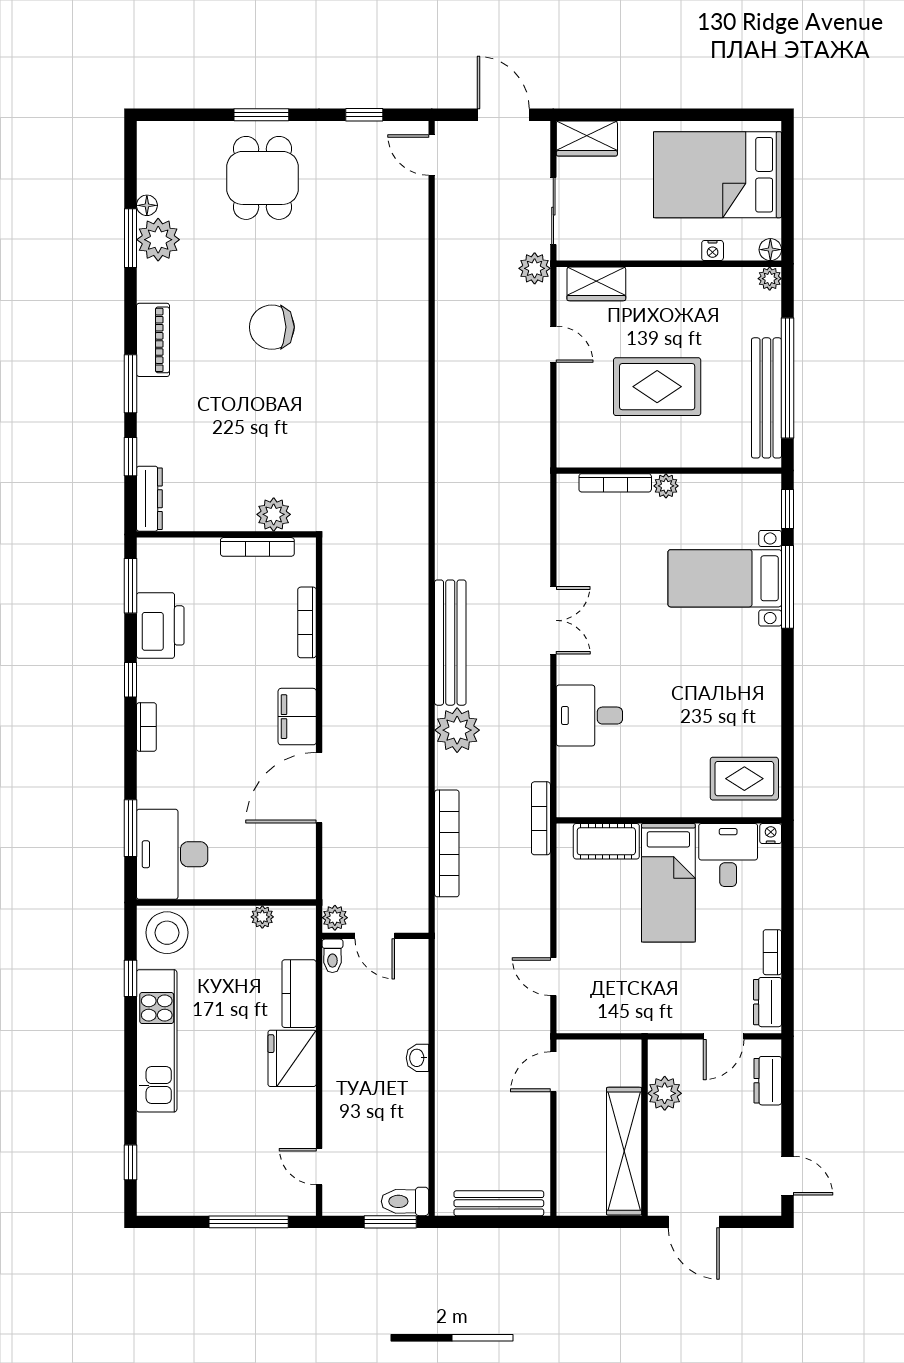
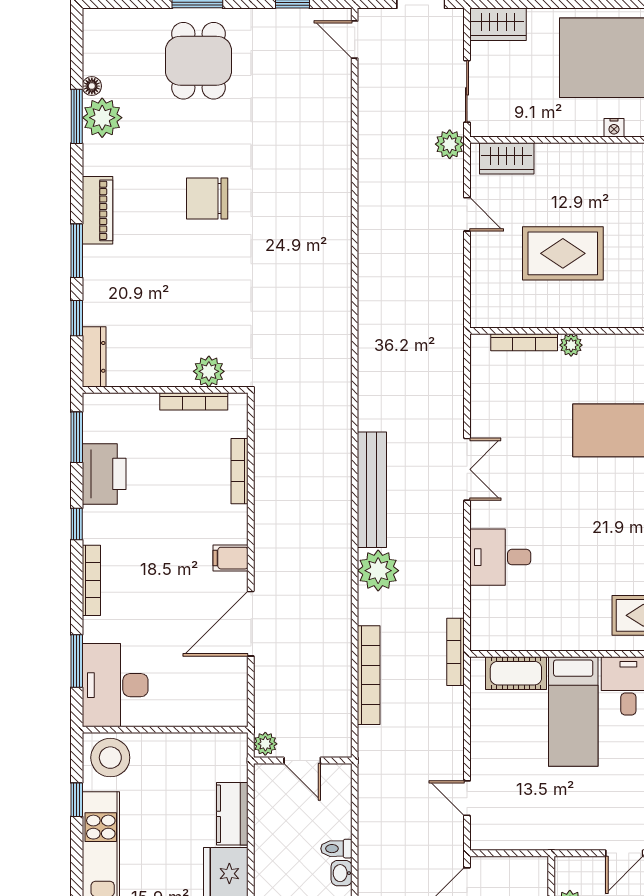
filing cabinet: (297, 717) -> (230, 558), width x0.50
bookcase: (146, 727) -> (91, 580), width x1.56
plant: (262, 917) -> (198, 743), removed
toilet: (332, 956) -> (336, 849), moved, turned 90

